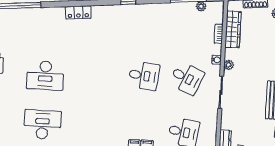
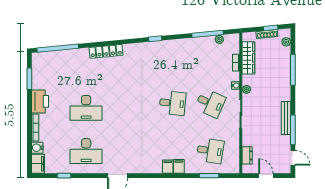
locker: (78, 12) -> (106, 51), width x1.53
desk: (42, 124) -> (86, 151), turned 180

